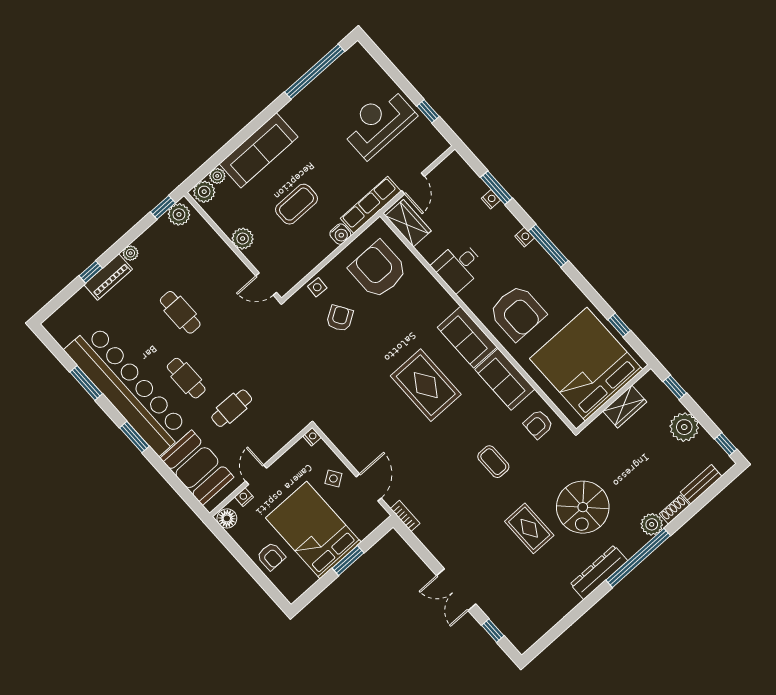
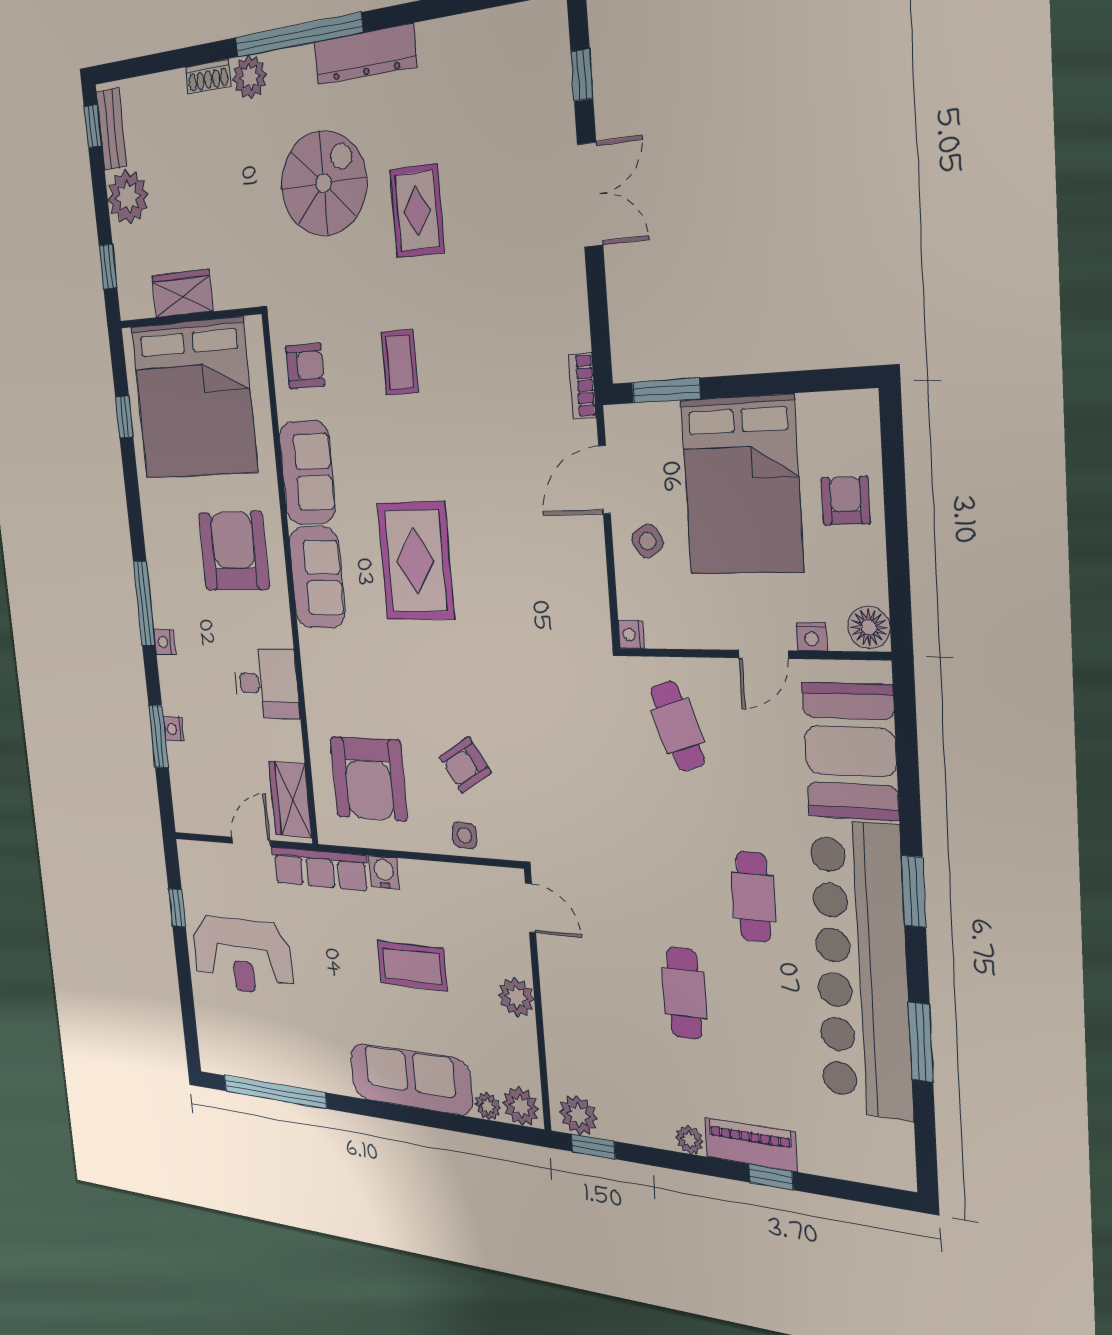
cafe table: (232, 408) -> (677, 726), moved, turned 71
bench: (701, 484) -> (112, 129), moved, turned 90
window: (348, 561) -> (666, 391), moved

